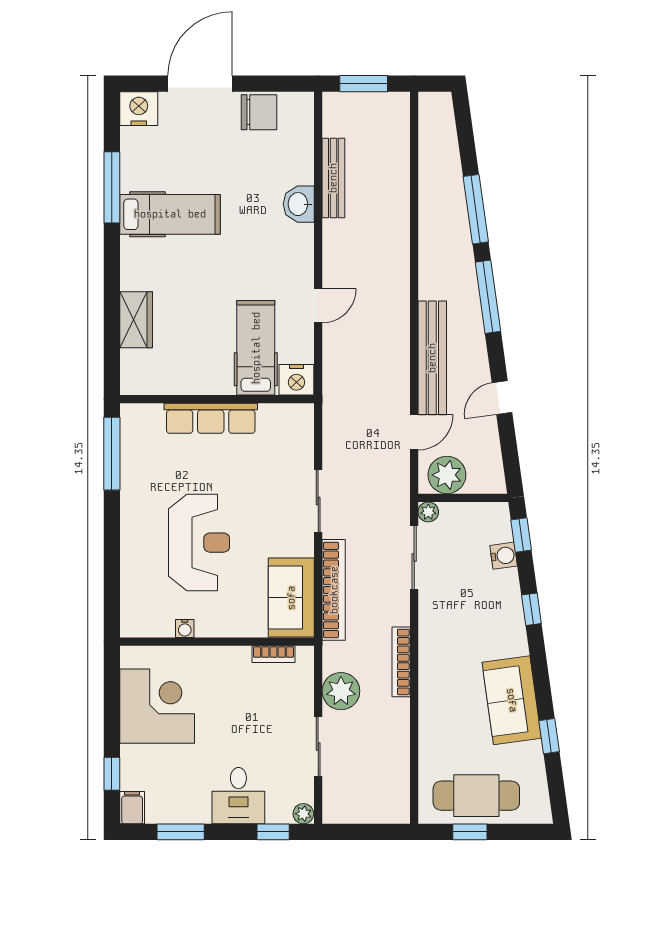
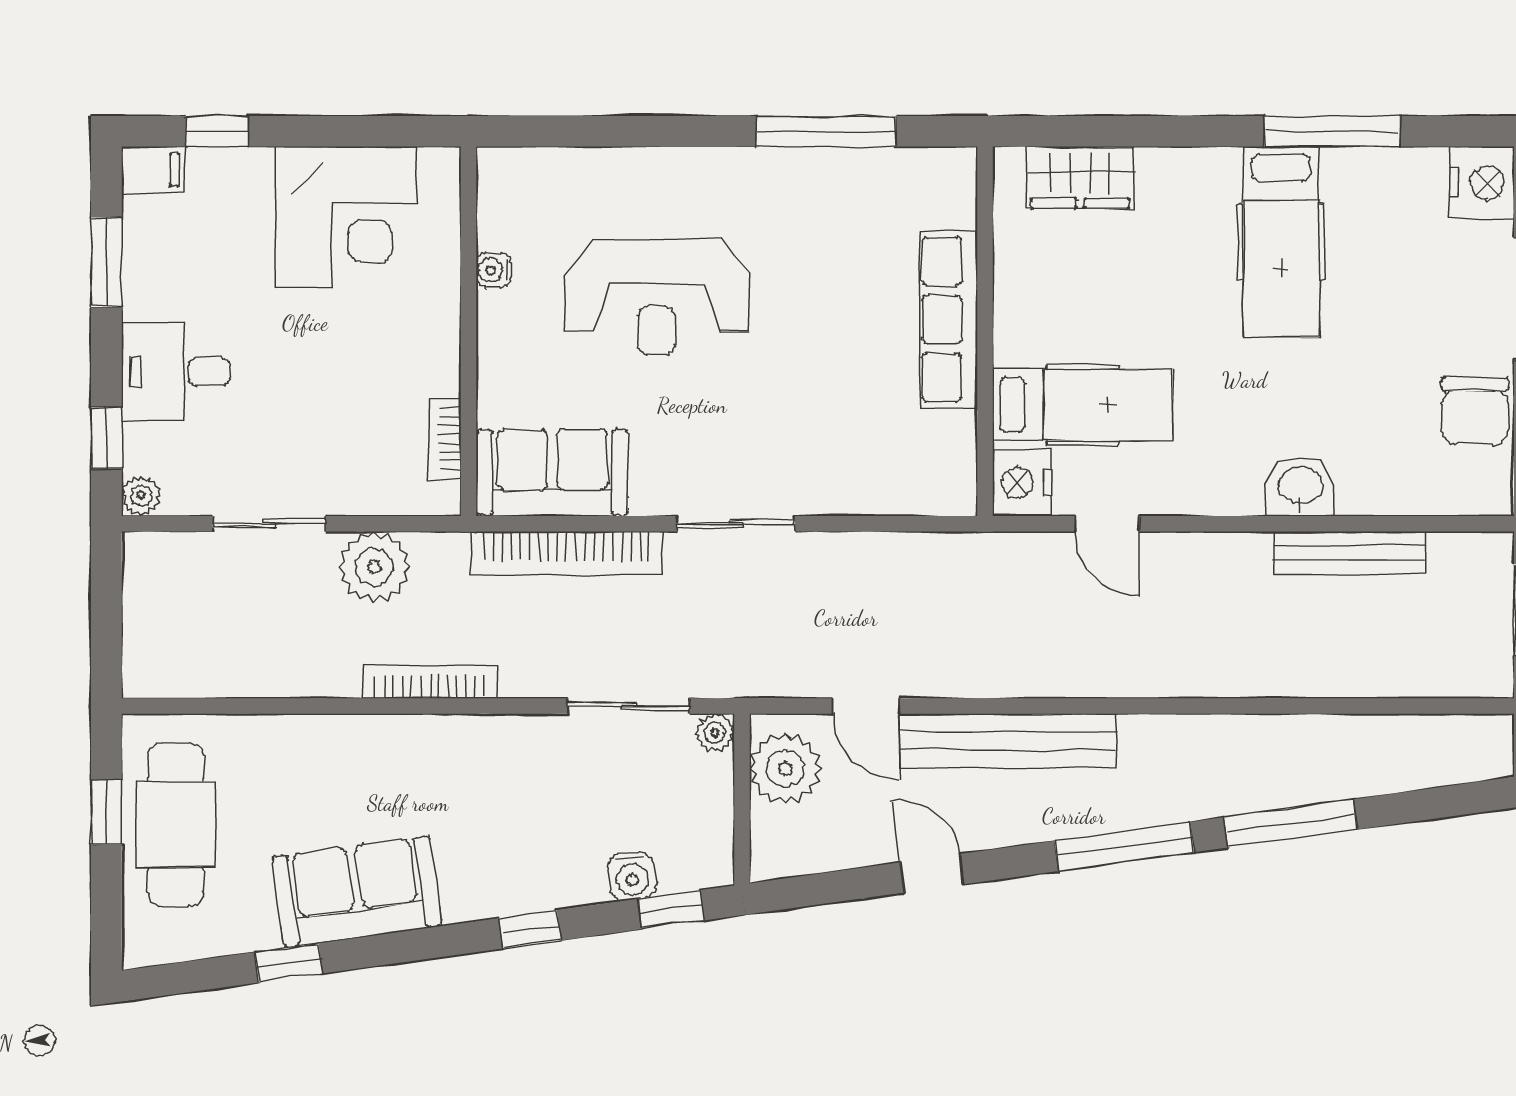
hospital bed: (256, 348) -> (1083, 405), moved
nightstand: (296, 380) -> (1022, 482), moved
wall: (217, 399) -> (985, 331), moved
row of seats: (211, 418) -> (949, 319), moved

